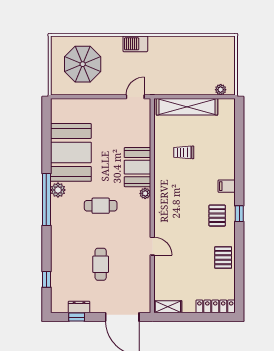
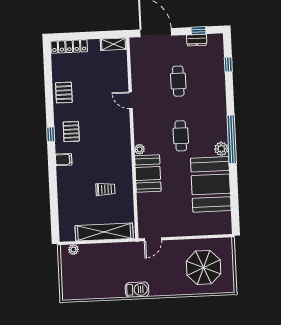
barbecue: (135, 44) -> (137, 290), moved
cafe table: (101, 206) -> (181, 136), turned 90

